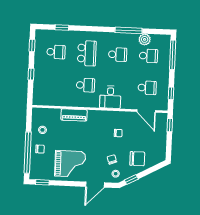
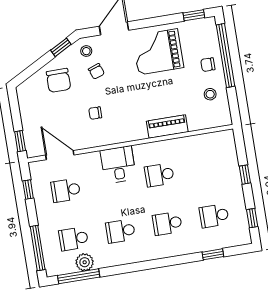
window: (129, 30) -> (79, 276), moved
school desk: (87, 53) -> (167, 223), width x0.54
chair: (137, 159) -> (58, 80), turned -90

